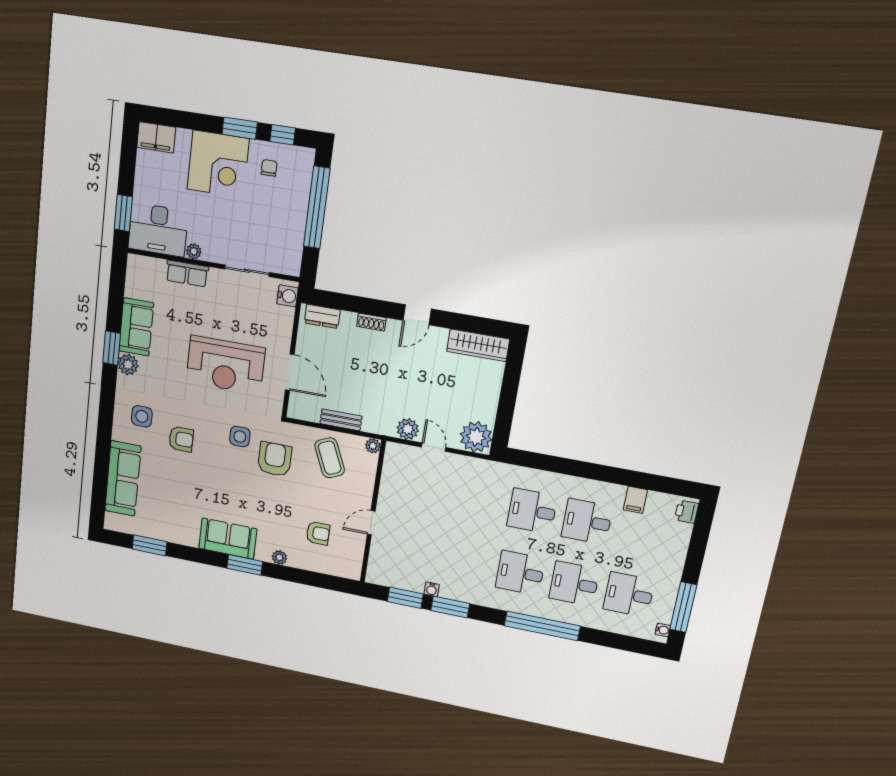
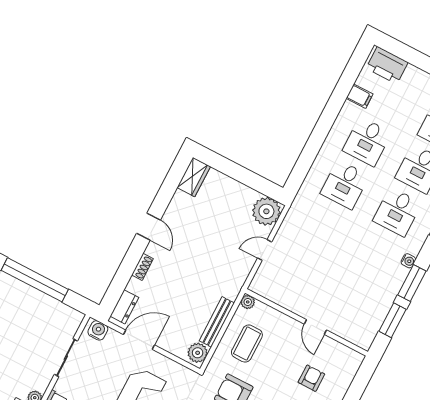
wardrobe: (478, 345) -> (194, 177), width x0.67
door: (290, 372) -> (139, 340), moved
bench: (341, 420) -> (217, 322), width x1.36
plant: (408, 429) -> (198, 353), moved
coffee table: (330, 458) -> (247, 344), turned -66
printer: (686, 512) -> (387, 65), width x1.87, depth x1.48
water cooler: (432, 589) -> (408, 261), moved

